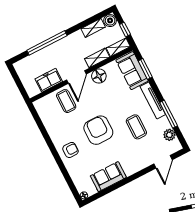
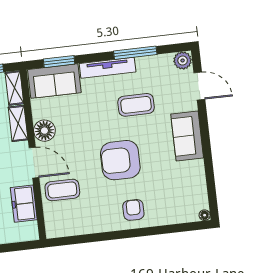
plant: (169, 135) -> (183, 60), moved
sofa: (108, 177) -> (187, 136), moved

